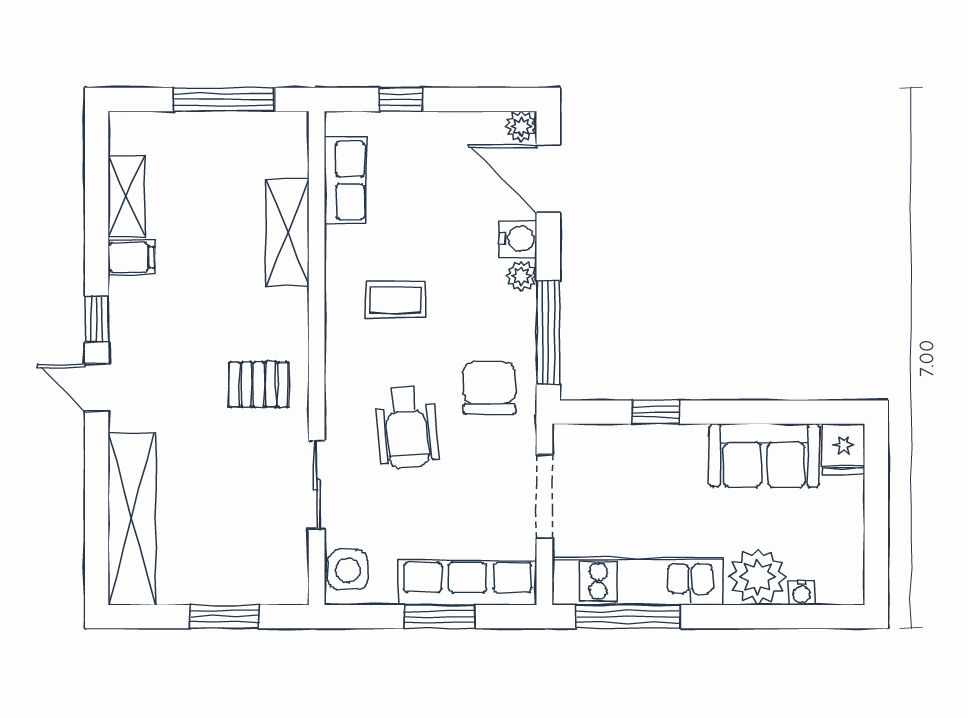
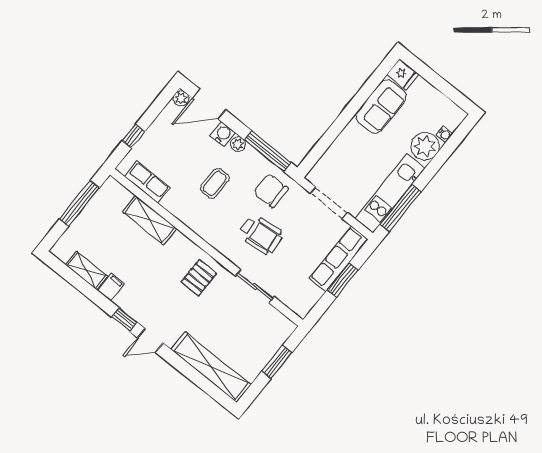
coffee table: (395, 300) -> (215, 183), moved
window: (656, 412) -> (331, 135), removed
side table: (348, 570) -> (297, 300), removed

